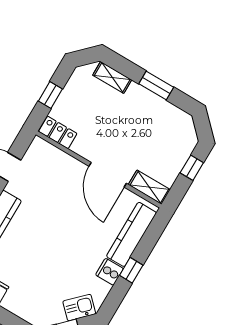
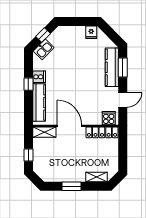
window: (50, 95) -> (123, 149), removed
locker: (58, 133) -> (102, 132), width x1.53
cooker: (44, 152) -> (109, 118), added

